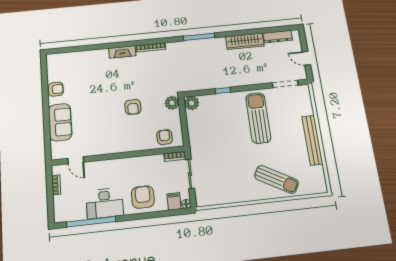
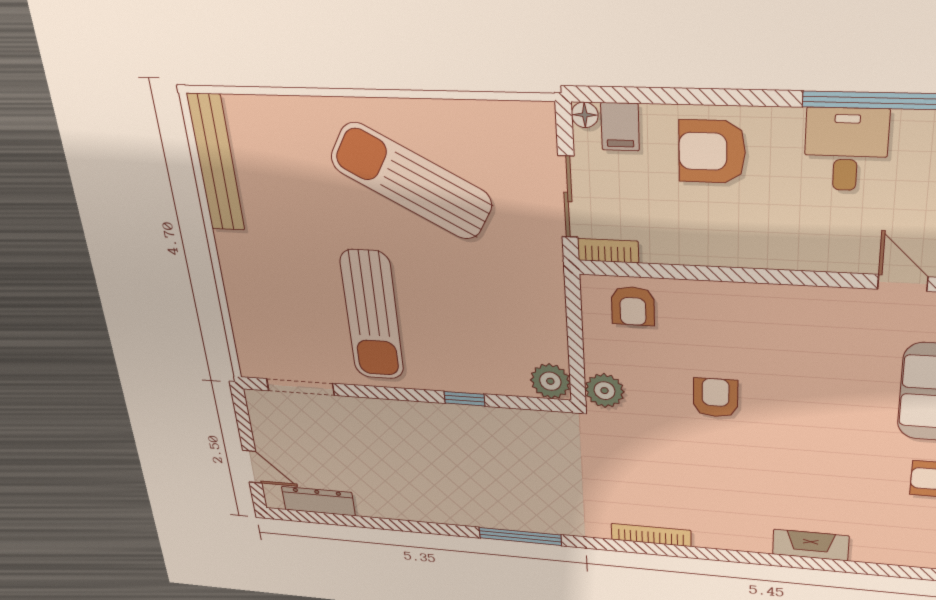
wardrobe: (245, 41) -> (402, 505), removed
fireplace: (122, 52) -> (811, 545), moved
door: (306, 58) -> (252, 467), moved
bench: (312, 140) -> (216, 163), moved
sun lounger: (276, 179) -> (411, 181), moved, width x1.36, depth x1.34
armchair: (143, 197) -> (712, 152), turned 90
desk: (105, 203) -> (846, 150), width x0.73

